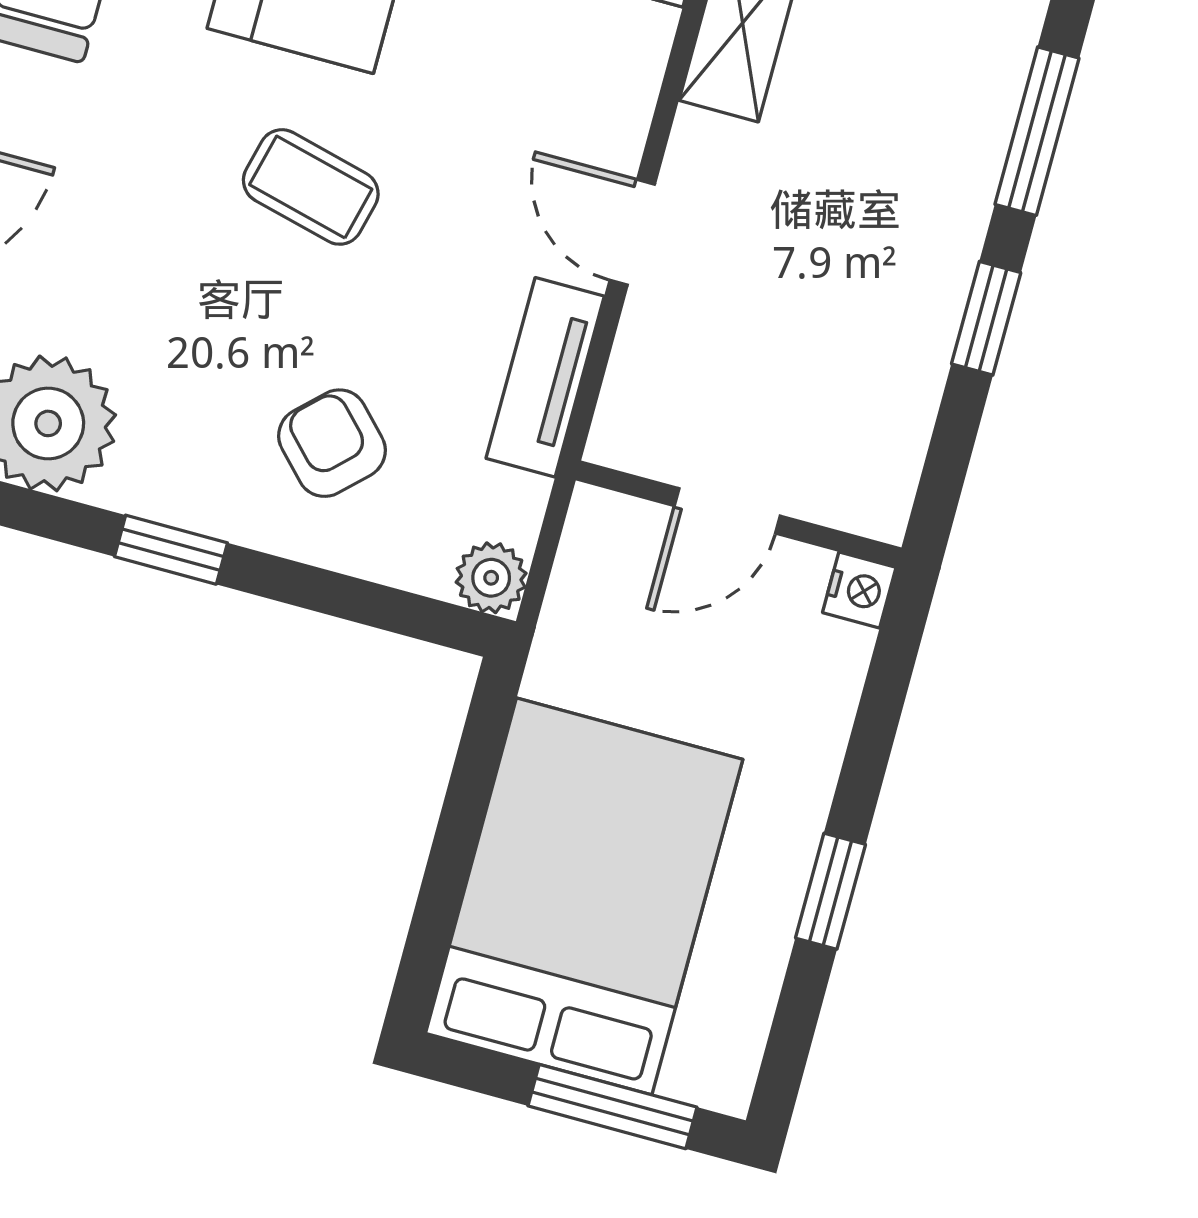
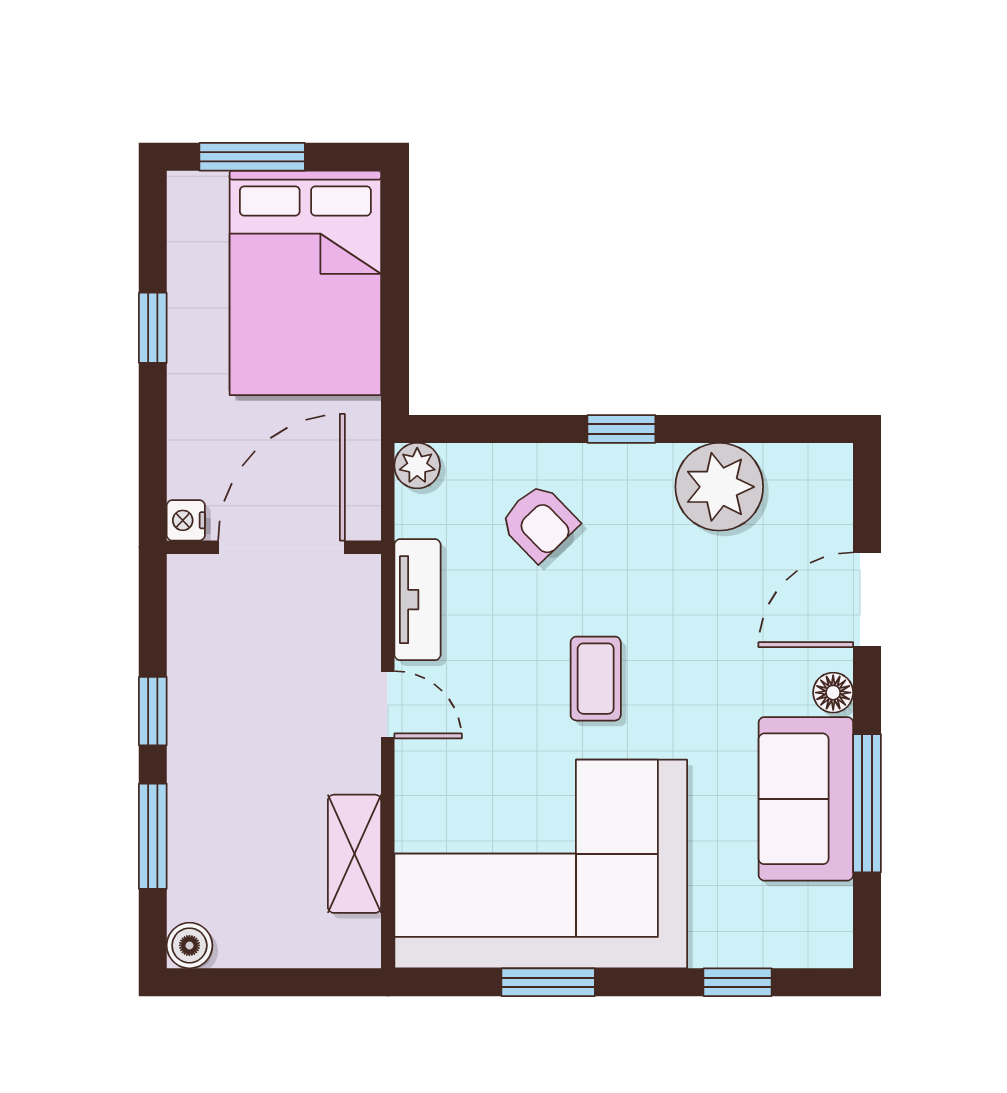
coffee table: (311, 187) -> (596, 679), turned 76
door: (727, 511) -> (281, 547), width x1.87

